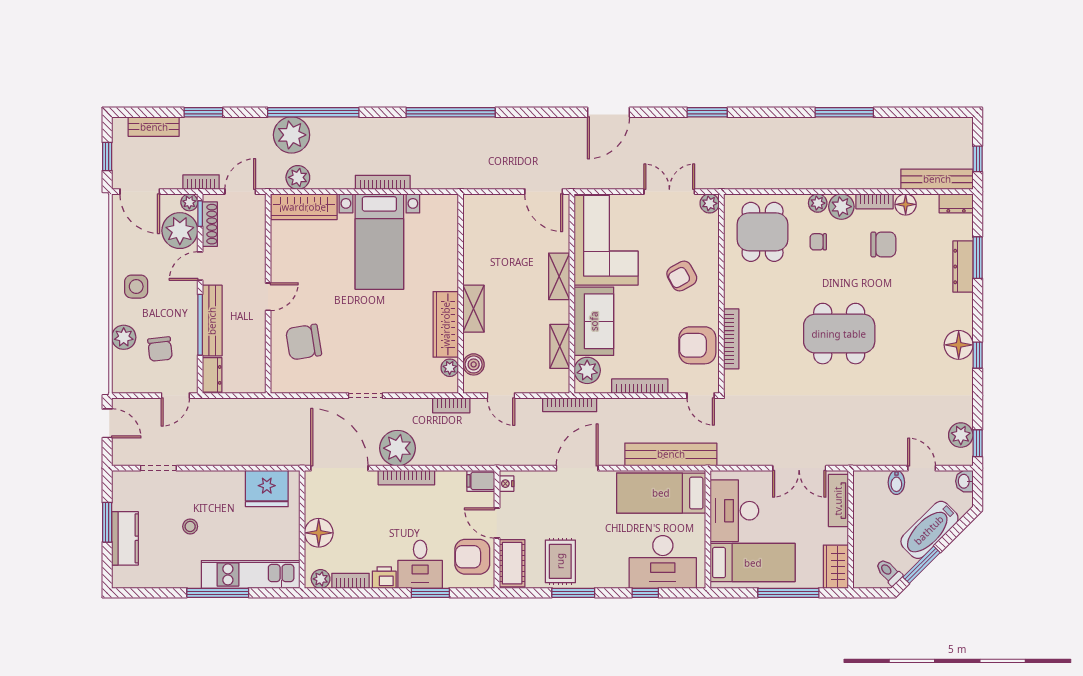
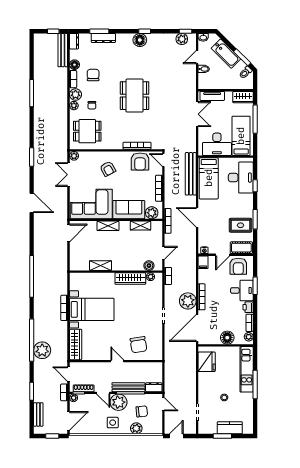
plant: (298, 177) -> (62, 347), removed
plant: (180, 231) -> (119, 402), moved
shelving: (474, 309) -> (101, 266), moved
door: (701, 396) -> (163, 160), swing flipped

